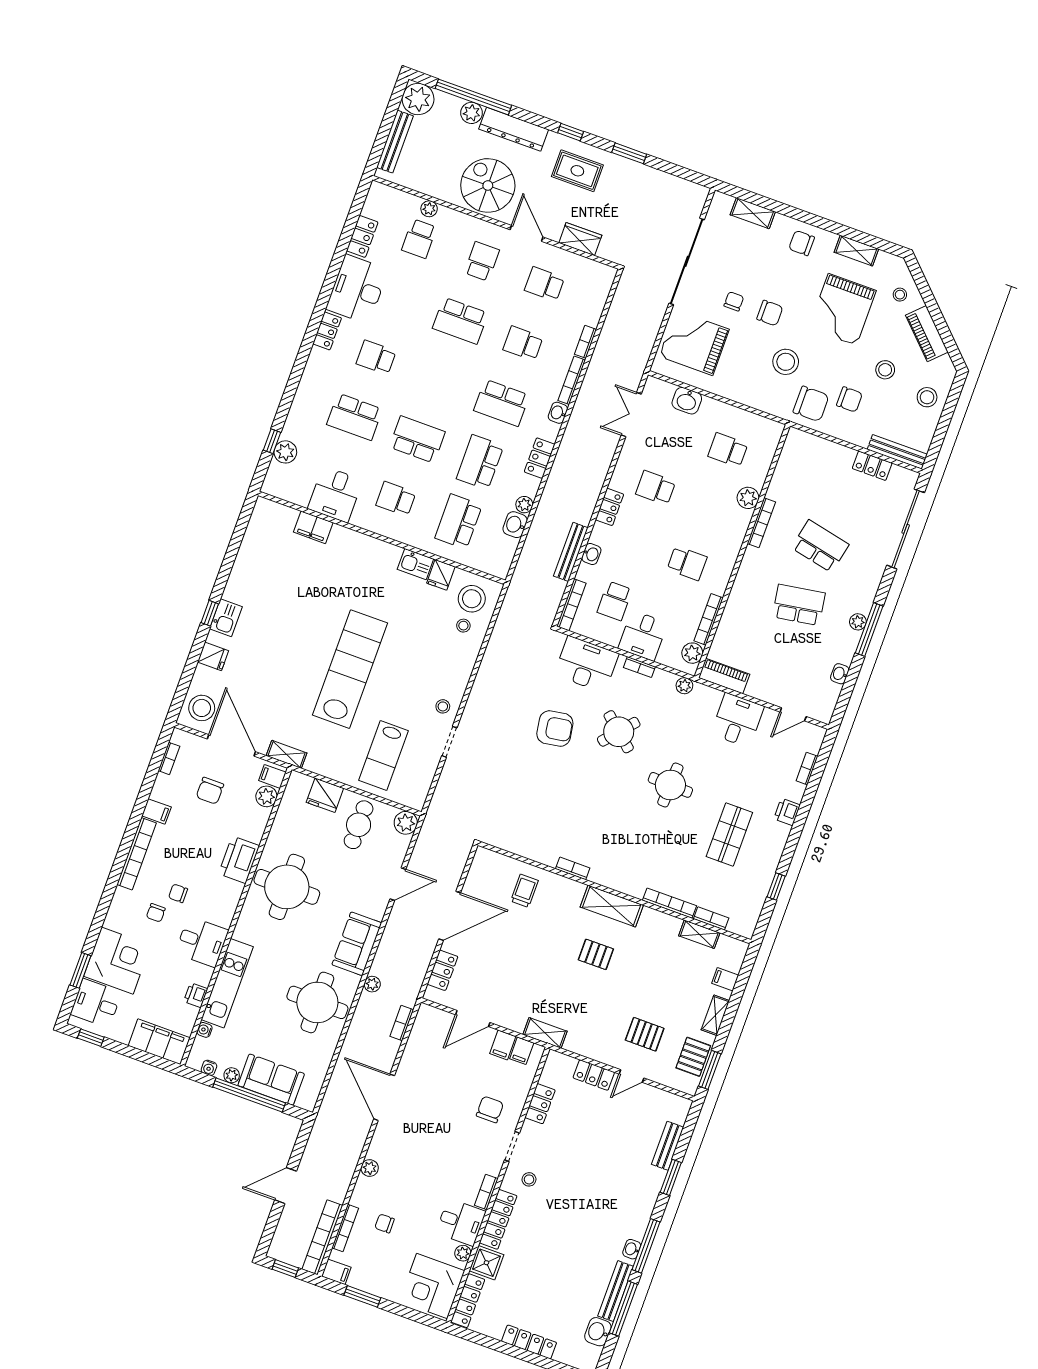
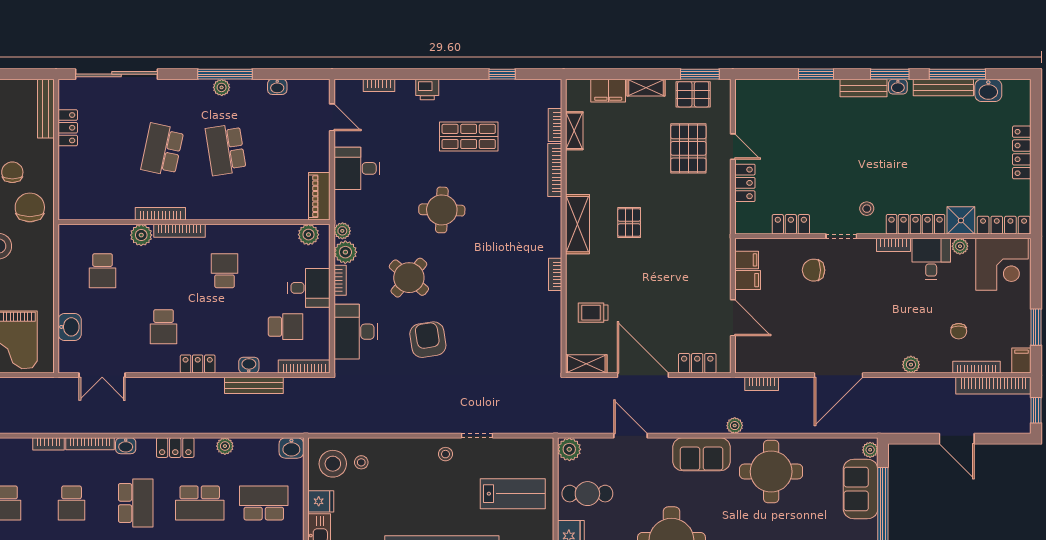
school desk: (458, 522) -> (264, 503), turned 180
washbasin: (515, 525) -> (291, 448), moved
bookcase: (709, 619) -> (179, 231), moved
plant: (664, 681) -> (345, 252), added
filing cabinet: (725, 979) -> (608, 91), width x2.00
shelving: (545, 1033) -> (586, 364), moved, turned 90
pallet: (645, 1034) -> (688, 148), width x1.50, depth x1.42
plant: (232, 1075) -> (870, 450), moved
bench: (668, 1146) -> (864, 88), moved
window: (646, 1246) -> (890, 74), width x0.69

